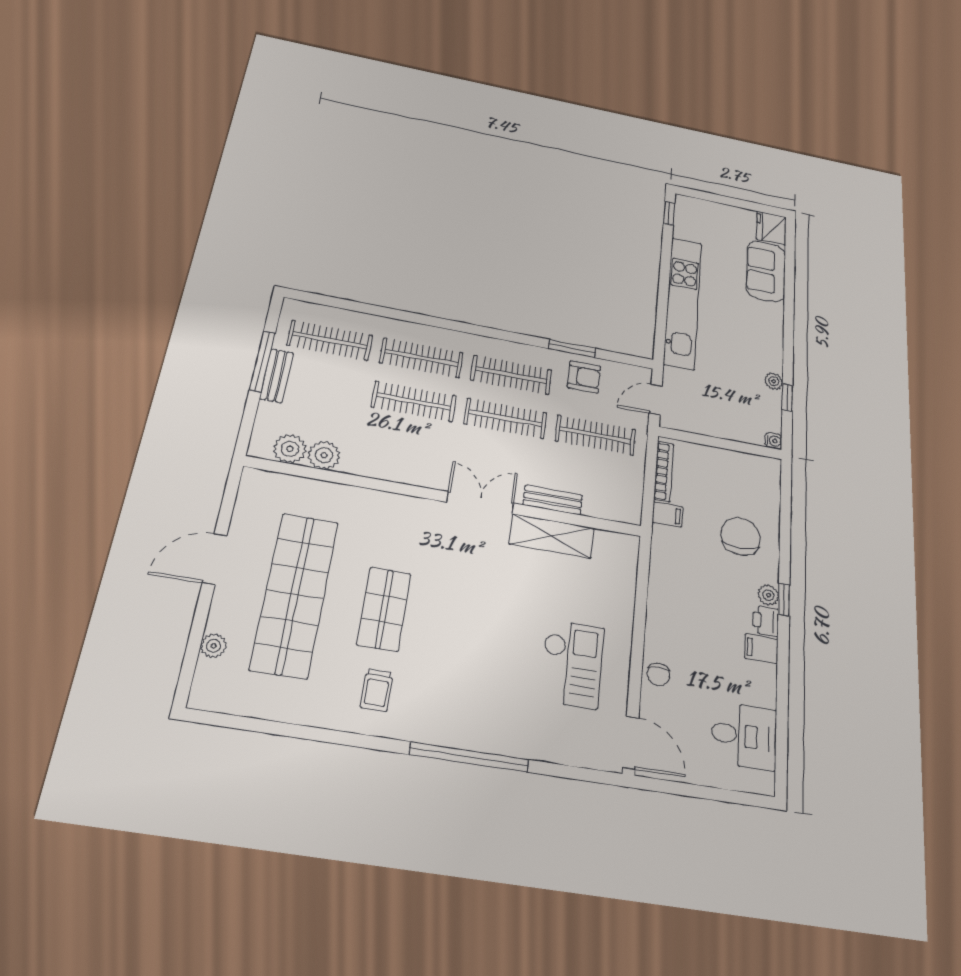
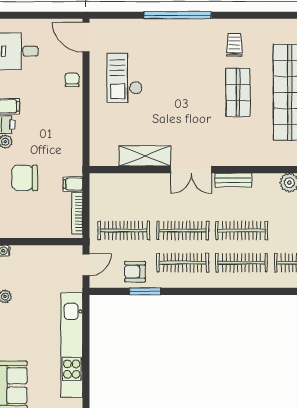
bench: (553, 500) -> (233, 180), moved
chair: (741, 536) -> (25, 178), turned 90

